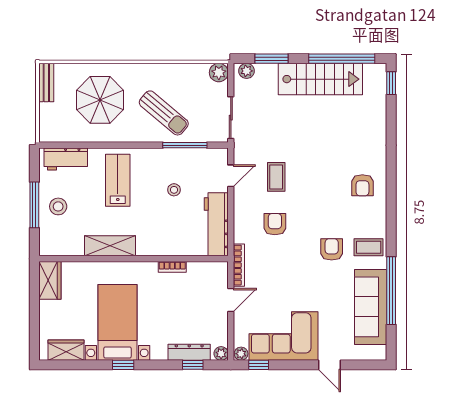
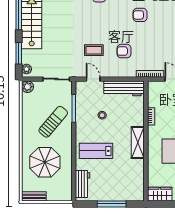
stool: (58, 206) -> (113, 189), removed
shelving: (110, 246) -> (138, 143), moved

